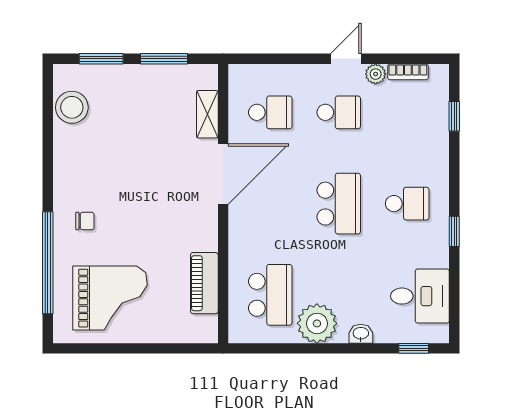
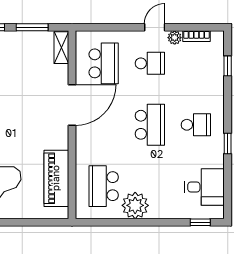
school desk: (270, 112) -> (104, 63), width x1.85
shelving: (207, 114) -> (61, 48), moved
piano: (204, 283) -> (56, 178), width x1.37, depth x1.33
school desk: (270, 295) -> (104, 186), turned 180
washbasin: (361, 334) -> (165, 212), removed

